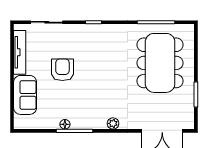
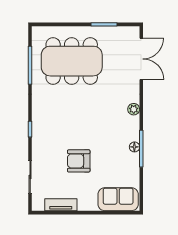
tv unit: (20, 52) -> (61, 205), width x0.71
sofa: (25, 95) -> (118, 199), moved
floor lamp: (65, 124) -> (134, 147), moved

